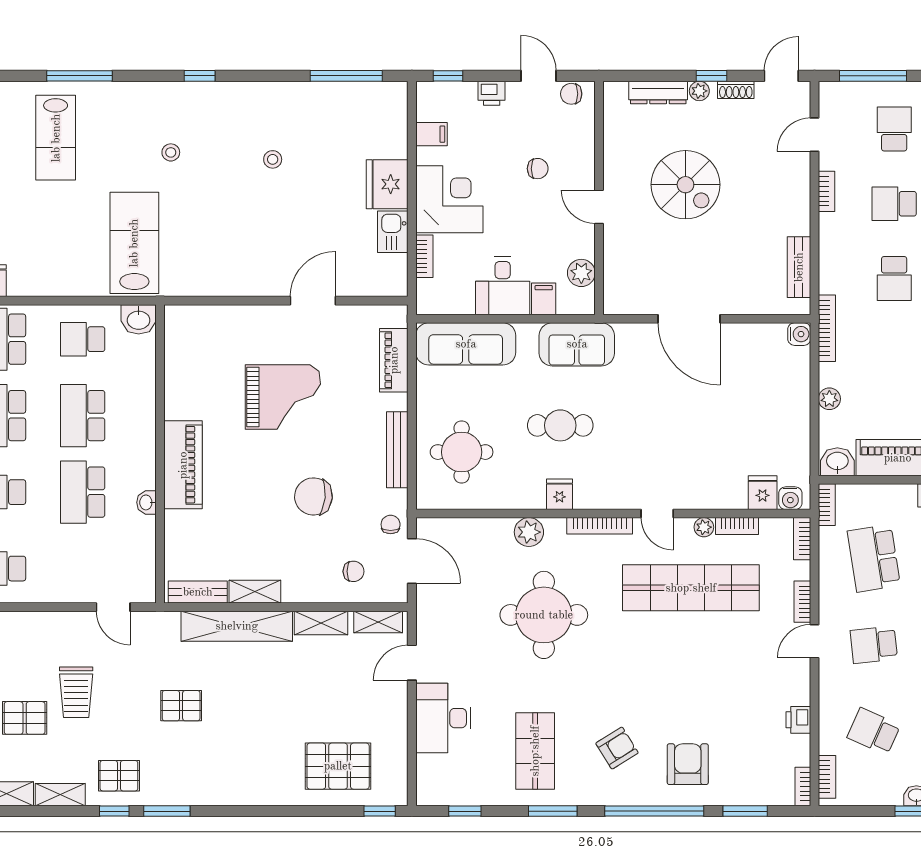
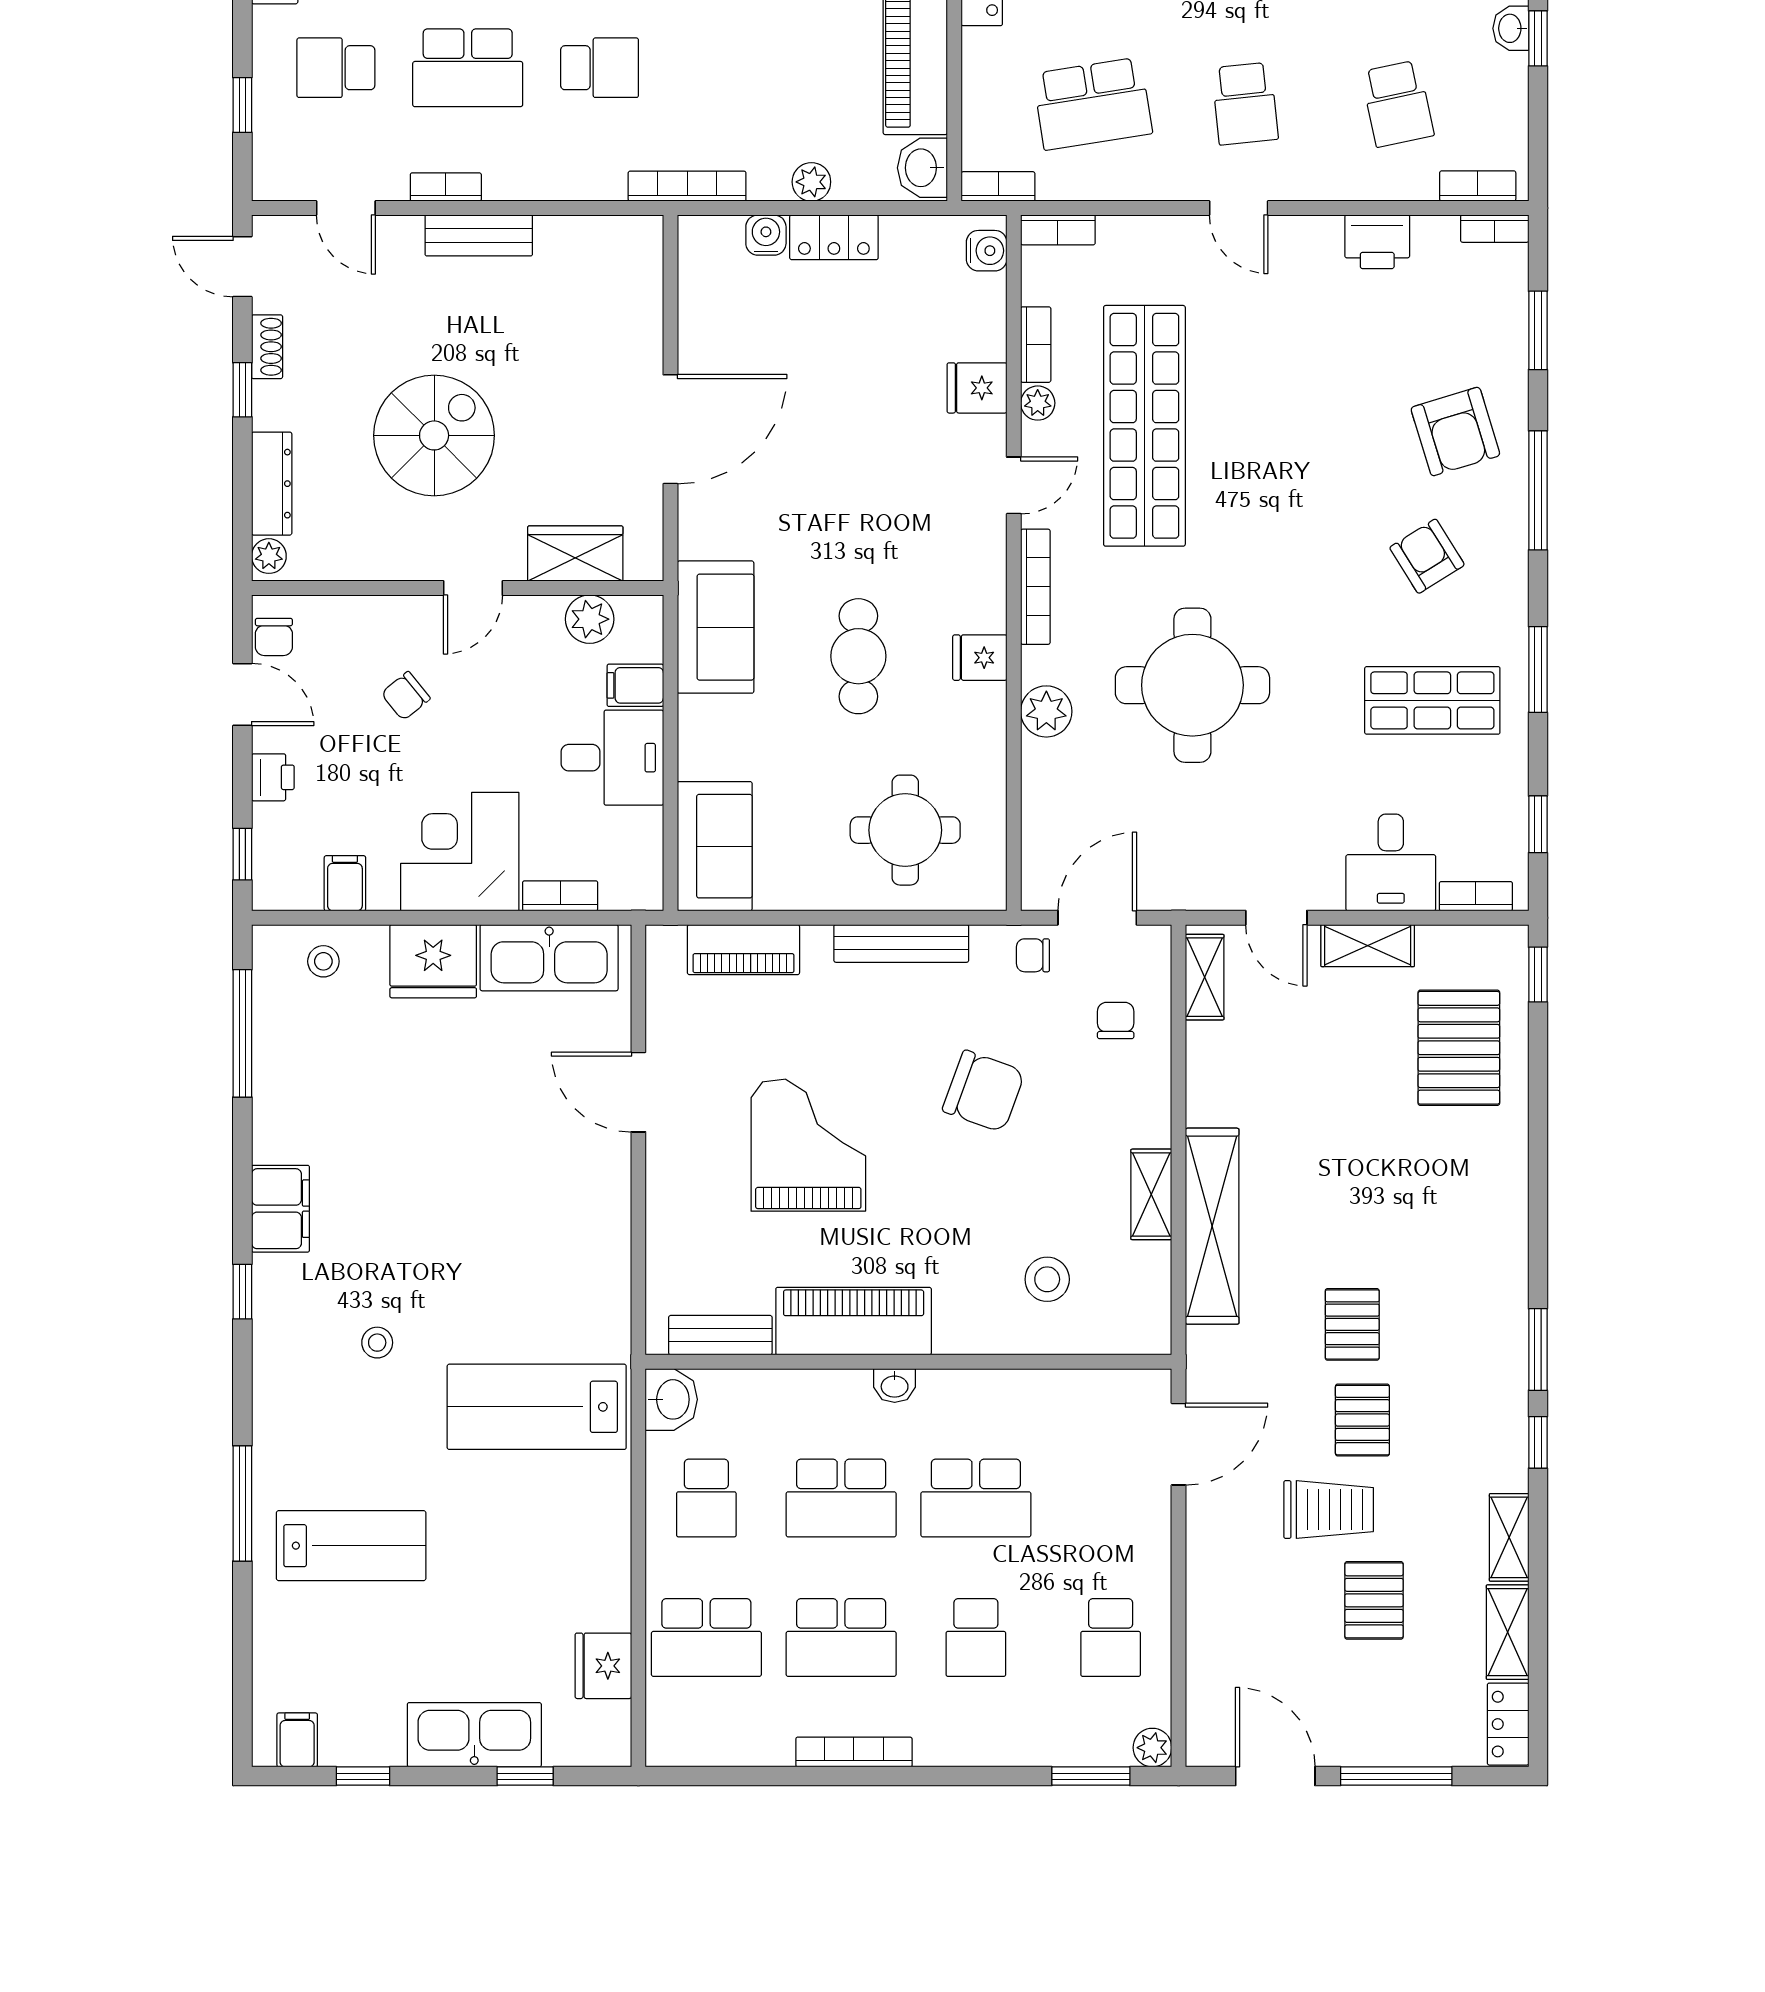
door: (539, 76) -> (242, 695), swing flipped
window: (873, 76) -> (242, 105), width x0.46
plant: (699, 91) -> (269, 556), moved
filing cabinet: (247, 98) -> (280, 1209), added
stool: (273, 159) -> (323, 961), moved
chair: (538, 169) -> (406, 696), turned -129
school desk: (894, 204) -> (468, 68), width x1.85
kitchen sink: (393, 232) -> (549, 958), width x1.87, depth x1.24
wardrobe: (619, 265) -> (575, 554), added
bench: (799, 267) -> (479, 235), moved
water cooler: (799, 334) -> (766, 235), moved
sofa: (466, 344) -> (715, 846), width x0.73
locker: (798, 412) -> (834, 237), added
piano: (183, 465) -> (854, 1321), moved
fridge: (763, 493) -> (977, 388), moved
chair: (313, 496) -> (984, 1091), turned -75
washbasin: (146, 502) -> (895, 1386), moved
stool: (207, 533) -> (1047, 1279), added
bench: (198, 592) -> (720, 1335), moved, turned 90
bookcase: (802, 602) -> (1476, 896), moved, turned 180
door: (113, 607) -> (1179, 1444), width x1.38
shelving: (321, 623) -> (1368, 946), moved, turned 90
desk: (443, 718) -> (1391, 862), width x0.73
printer: (798, 720) -> (1377, 242), width x1.36, depth x1.24
school desk: (874, 731) -> (1397, 104), turned -36
armchair: (688, 764) -> (1455, 431), turned -107
pallet: (119, 776) -> (1362, 1420), moved
window: (654, 811) -> (1538, 490), width x0.68

